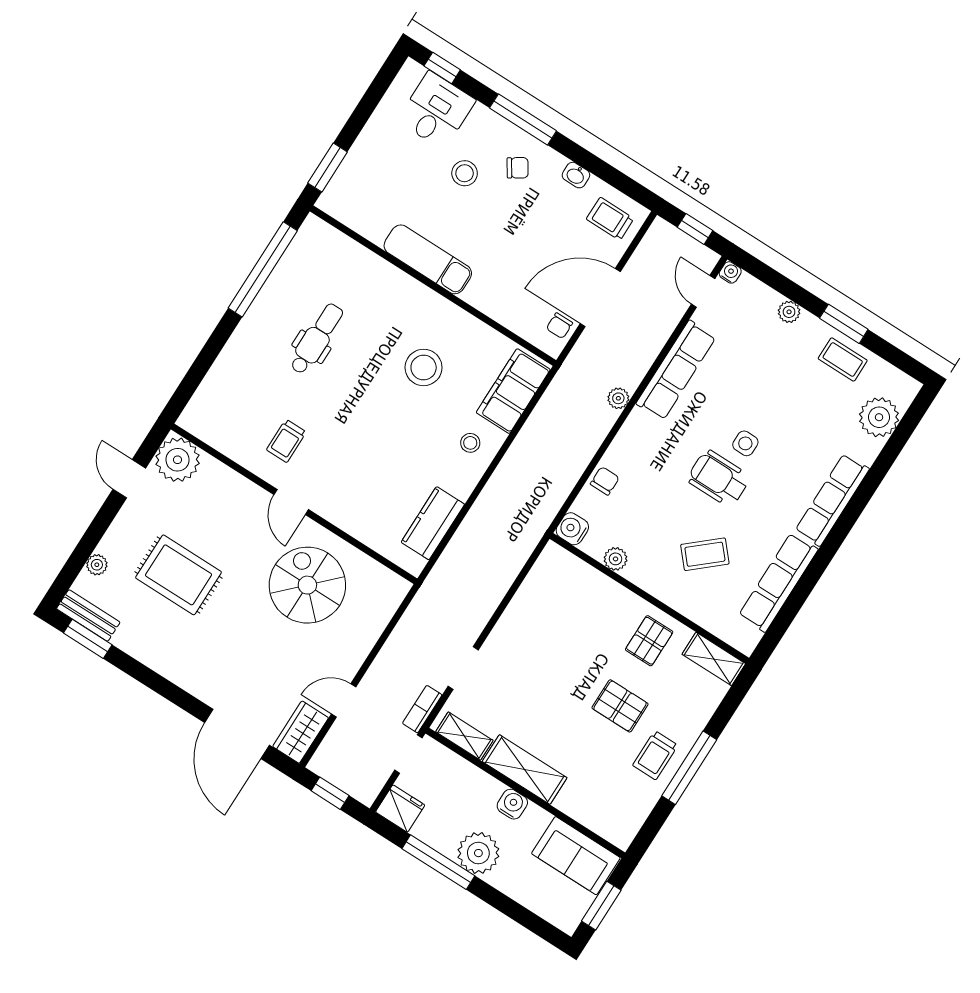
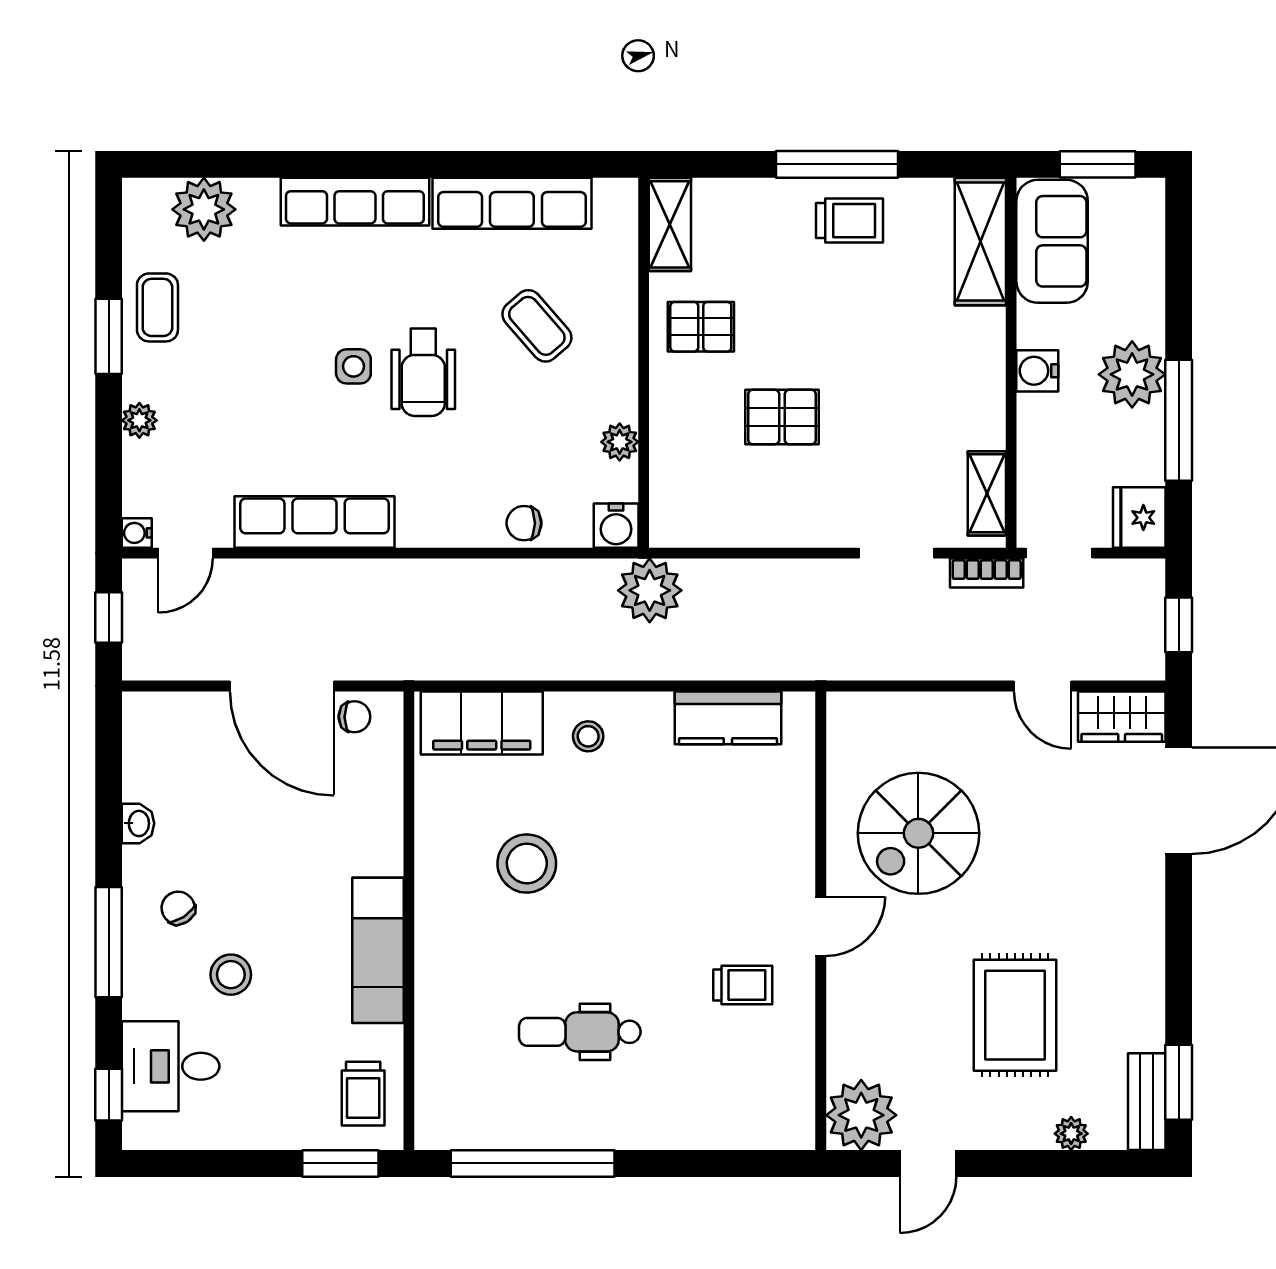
trolley: (610, 219) -> (363, 1094), moved
plant: (618, 398) -> (650, 590), moved, width x1.87, depth x1.87
pallet: (620, 706) -> (782, 417), moved, turned 90
shelving: (525, 770) -> (980, 241), moved

